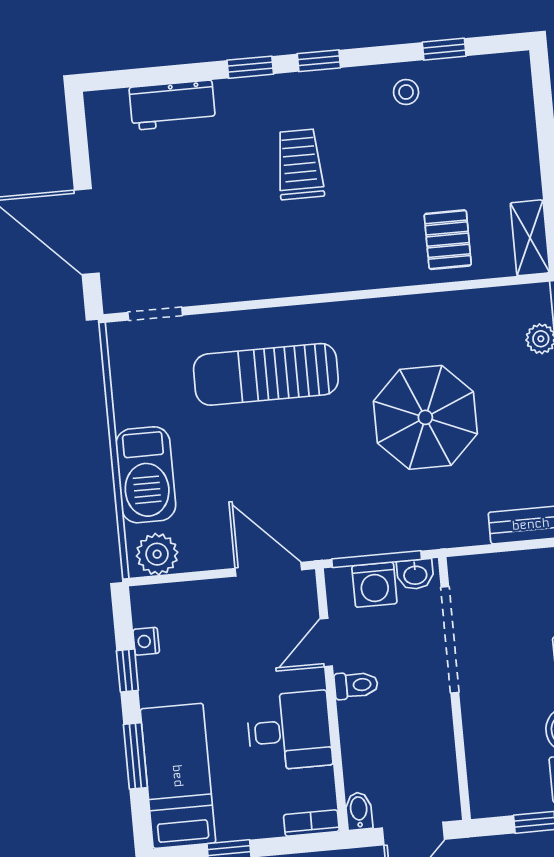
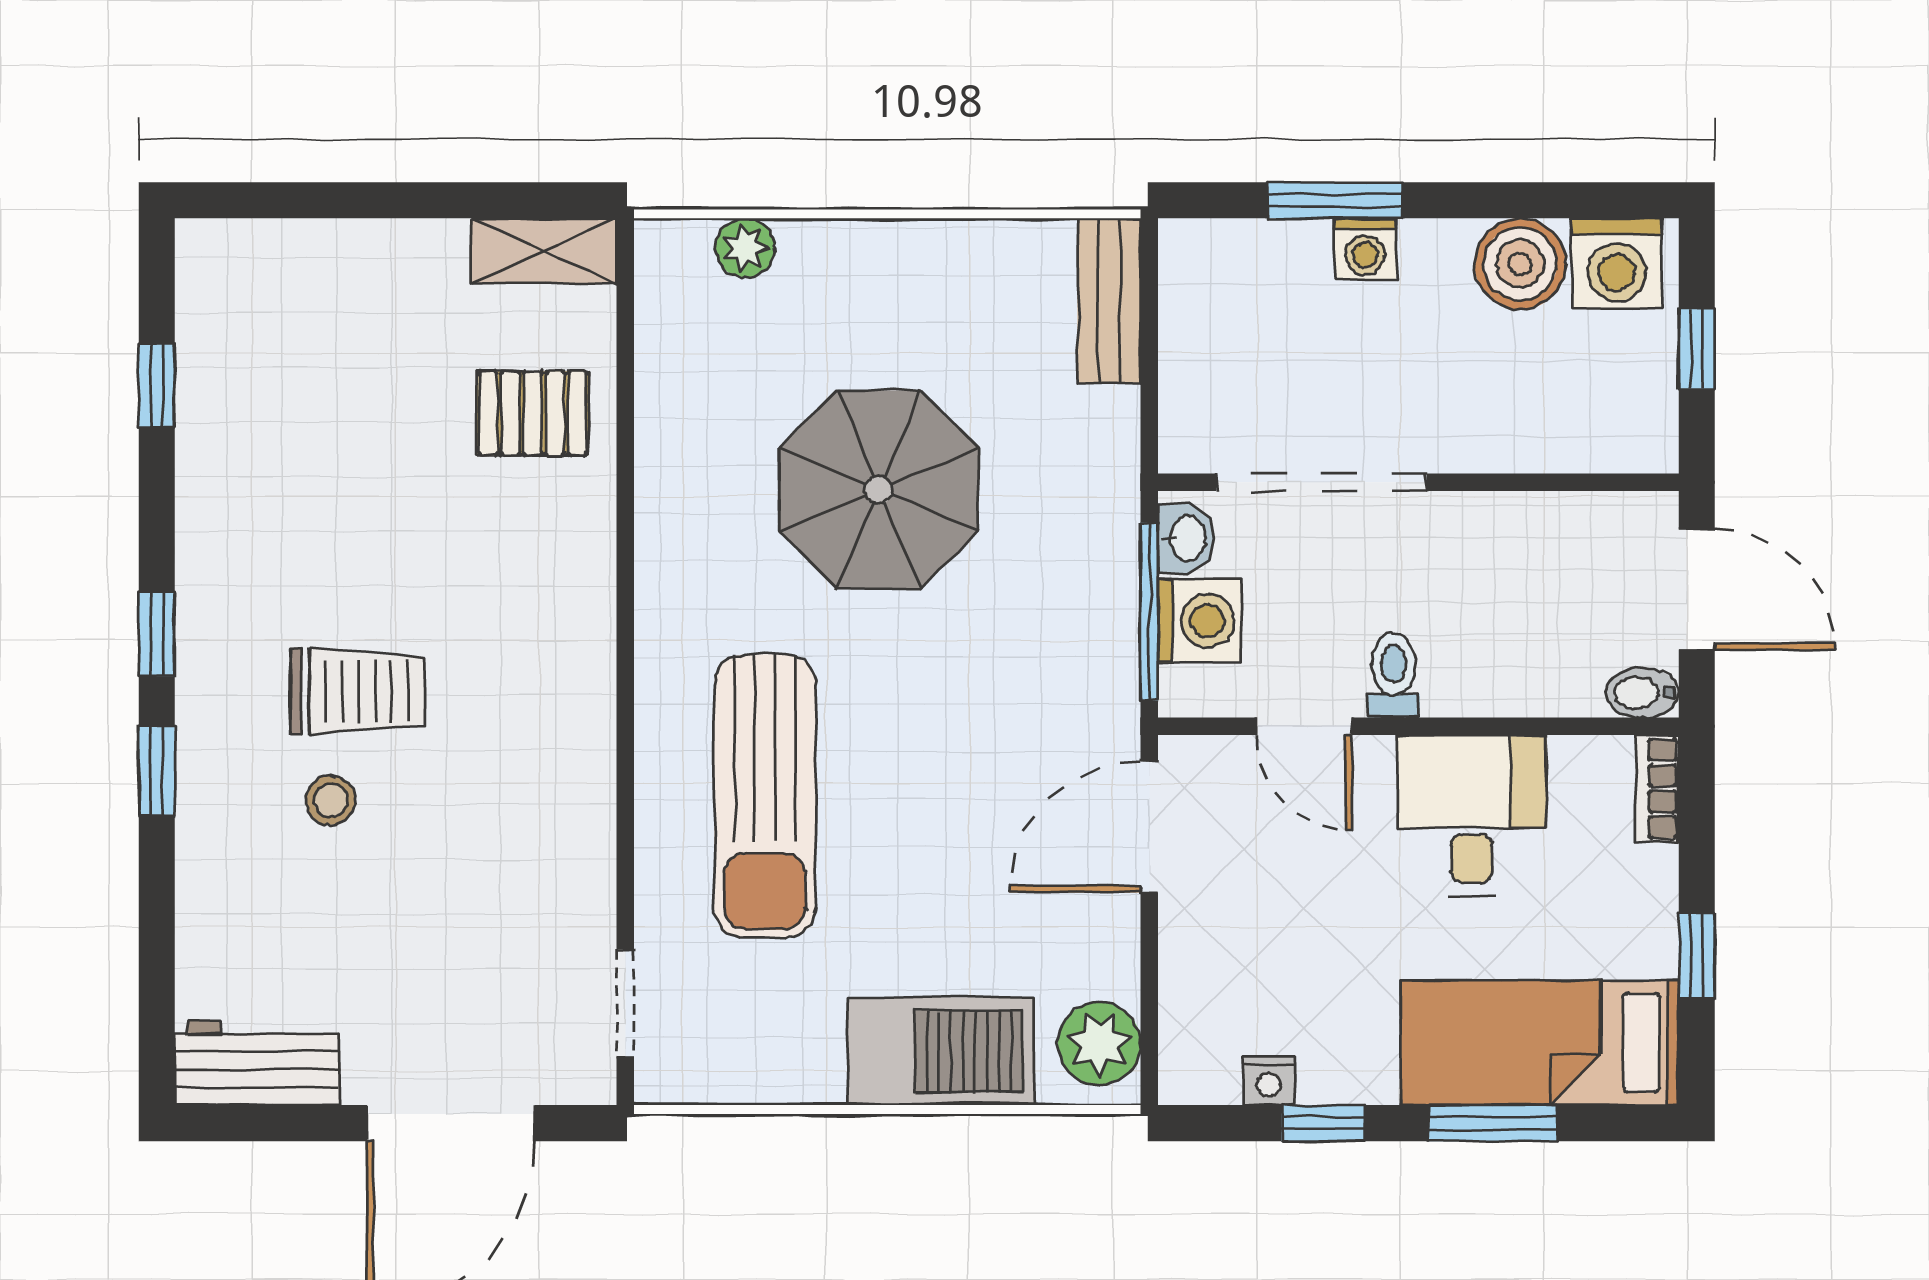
stool: (406, 92) -> (331, 800), moved
workbench: (172, 105) -> (257, 1063), moved, turned -90
trolley: (300, 164) -> (357, 691), turned 180

